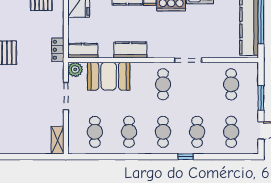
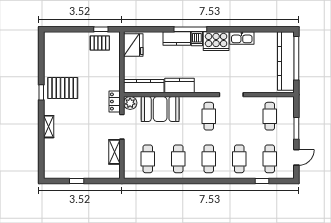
locker: (58, 50) -> (115, 102), moved
kitchen counter: (83, 51) -> (144, 86), width x1.50
shelving: (58, 140) -> (114, 152), moved
window: (15, 157) -> (77, 181), added
window: (186, 157) -> (262, 181), moved

